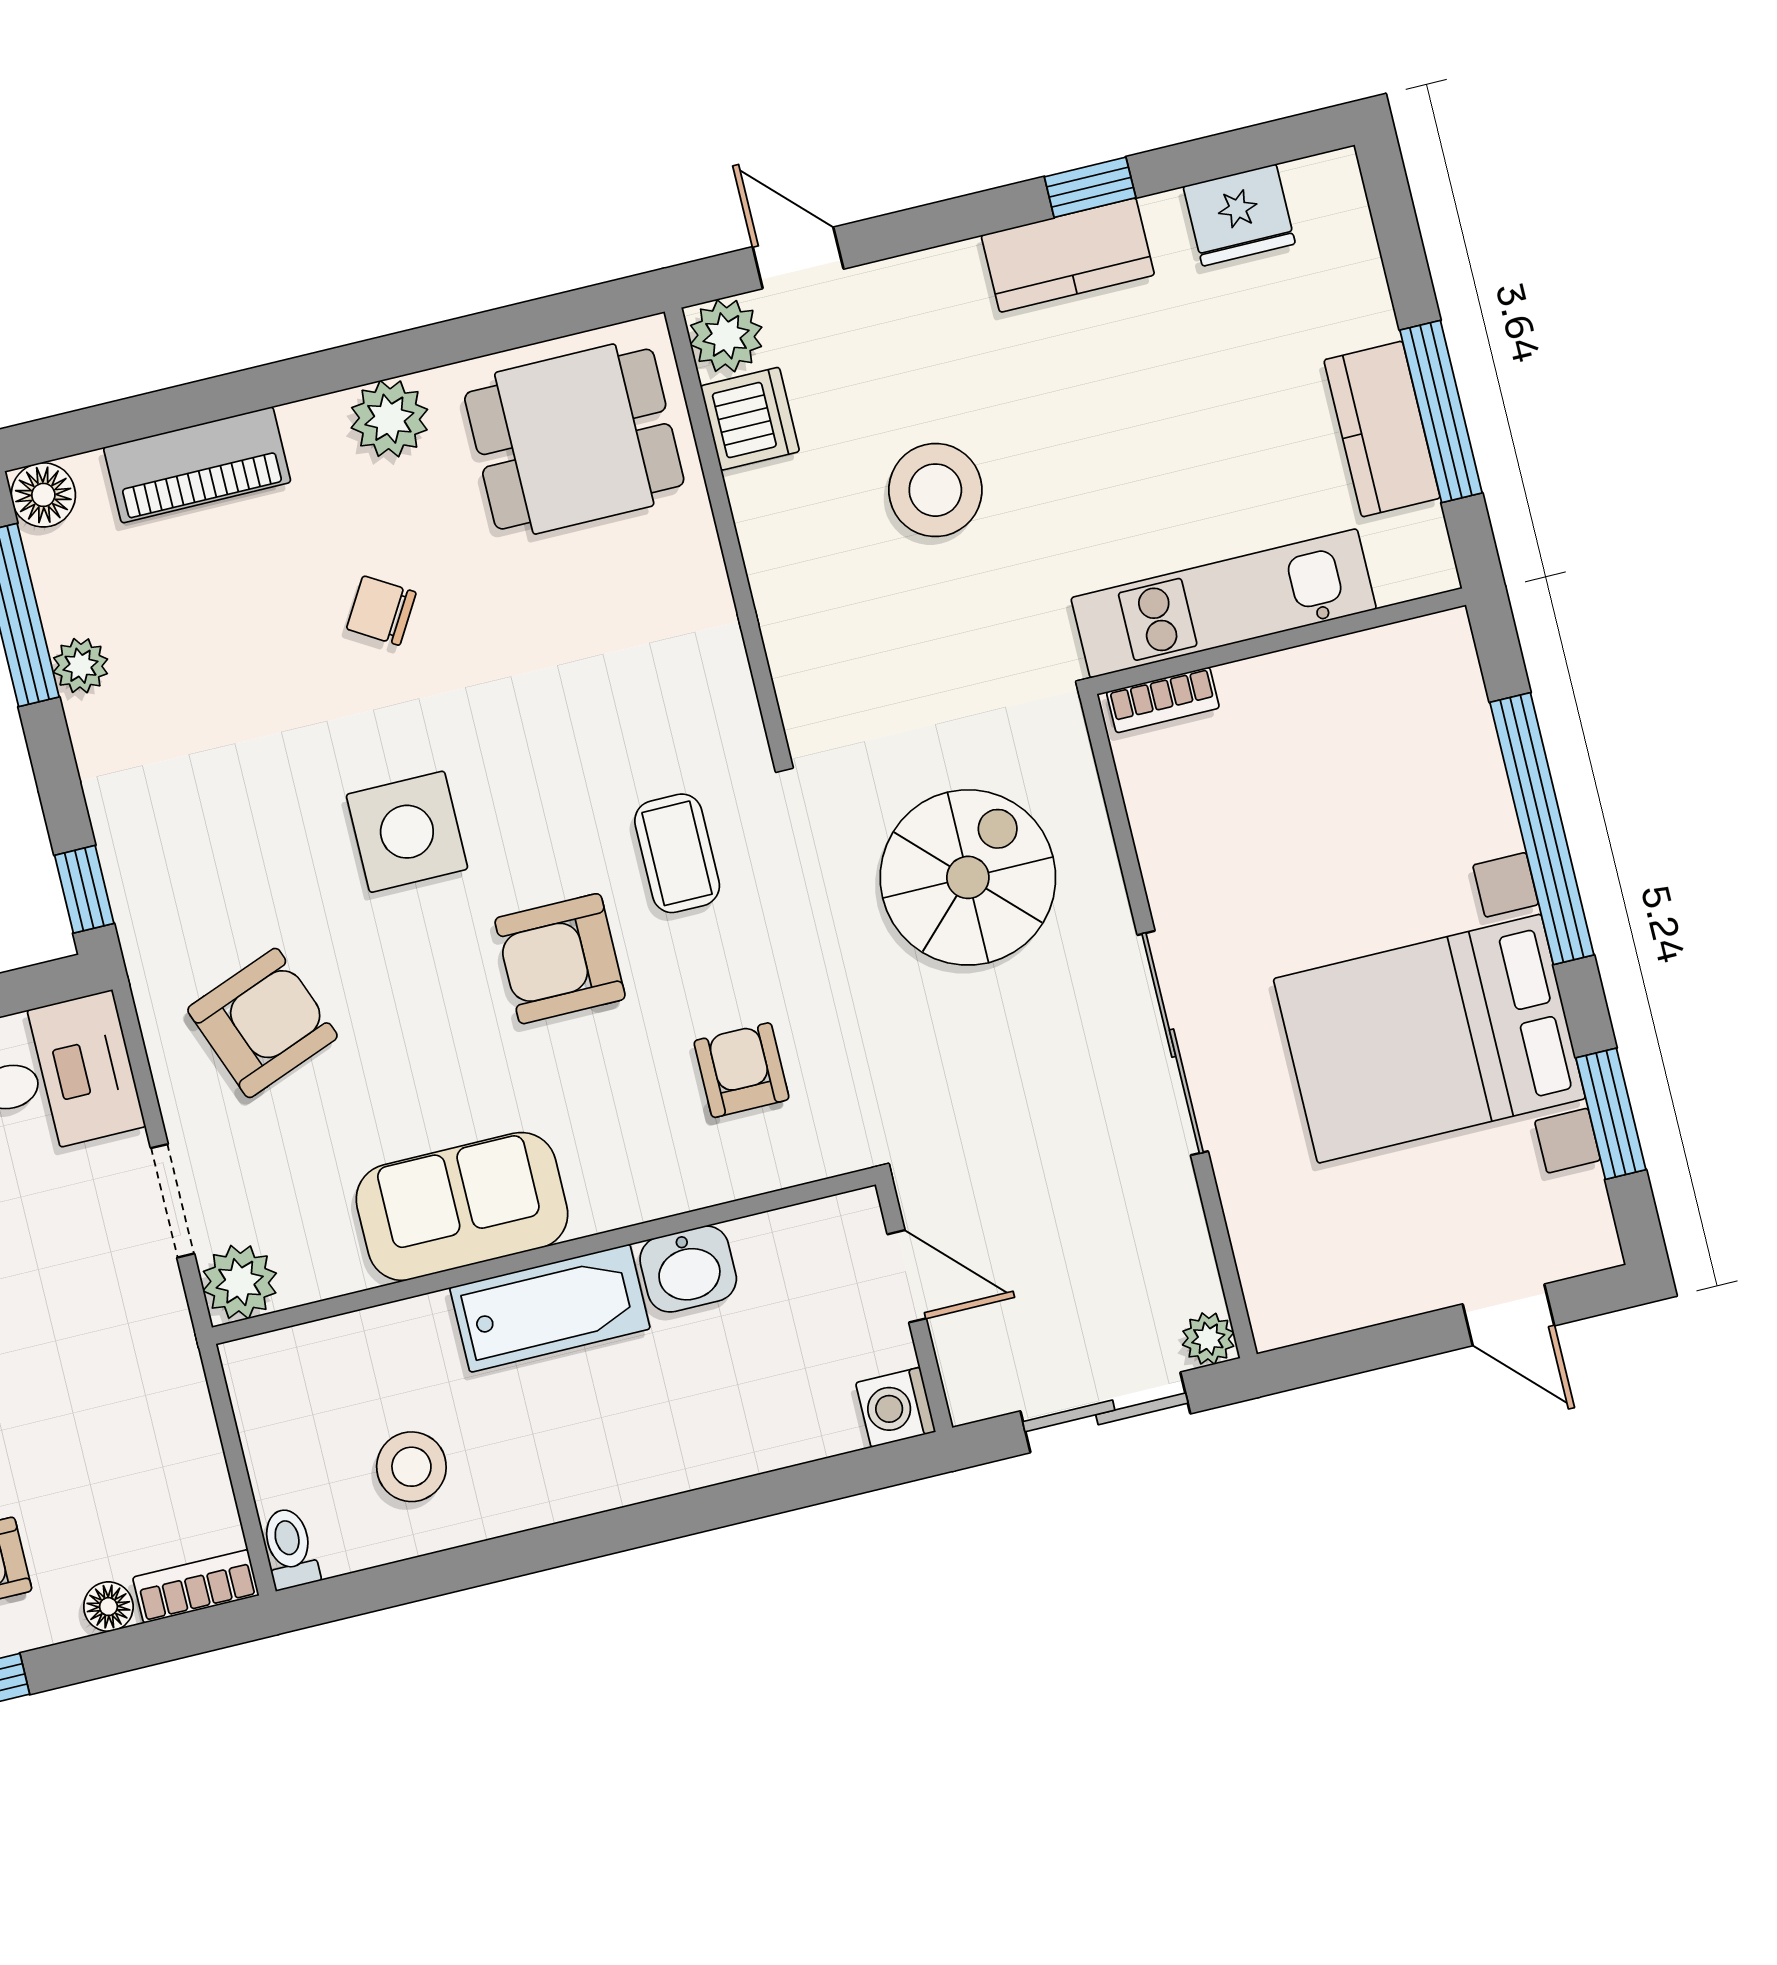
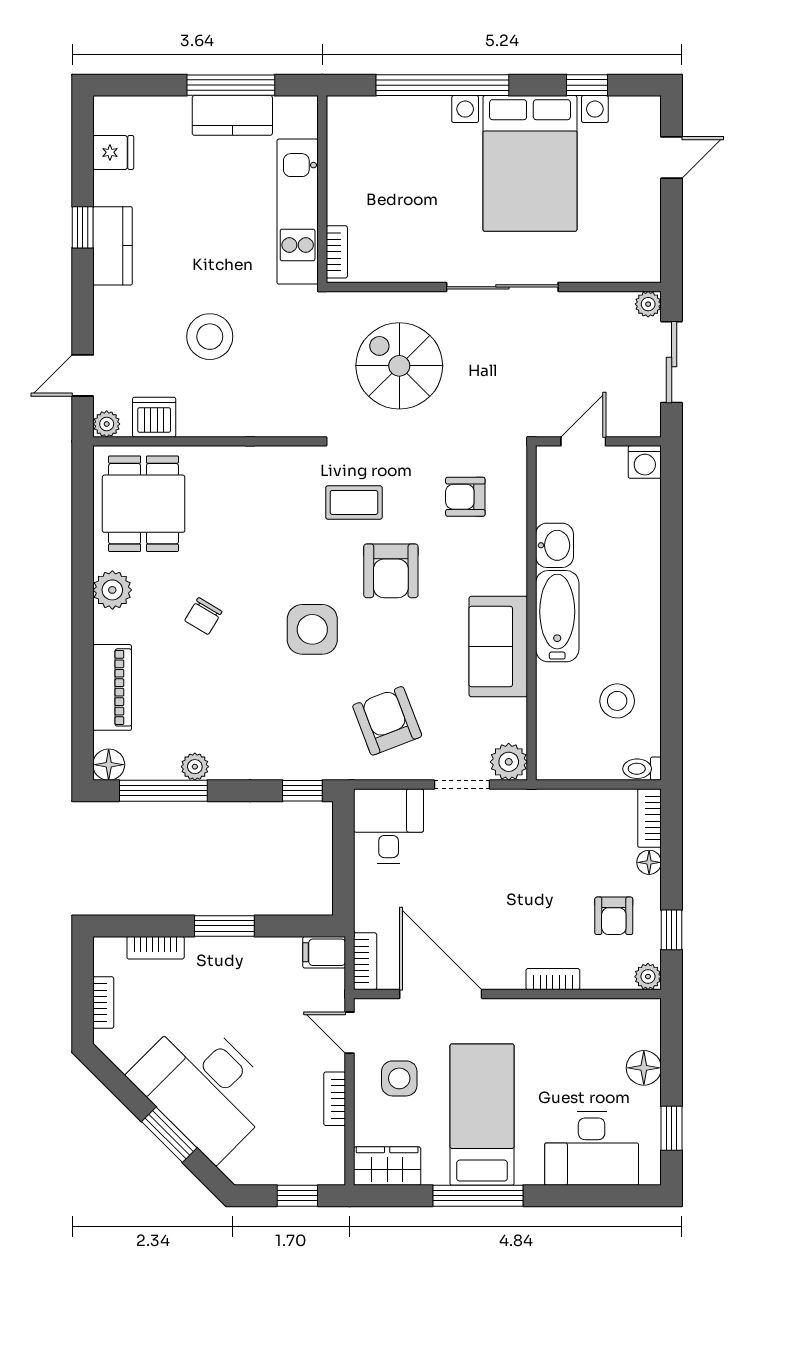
fridge: (1239, 215) -> (113, 152), width x0.72
plant: (726, 336) -> (107, 424), width x0.73, depth x0.73
window: (1611, 1114) -> (587, 85), width x0.67

